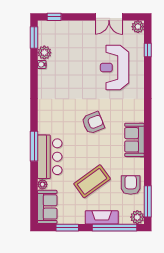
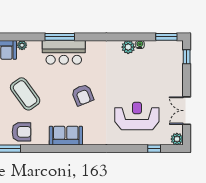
plant: (44, 53) -> (128, 47), moved
bar counter: (50, 157) -> (64, 52), moved

